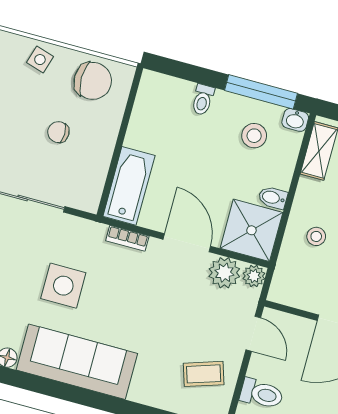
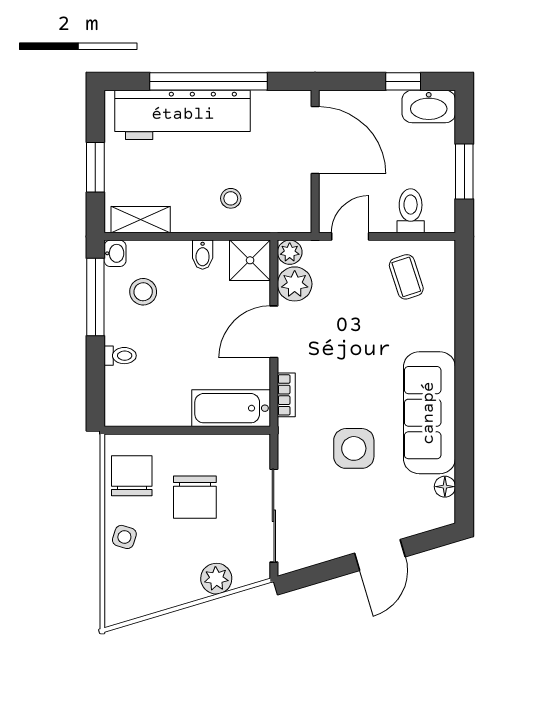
chair: (58, 132) -> (195, 497), width x1.87, depth x1.87
shower: (251, 230) -> (250, 260), width x0.73, depth x0.73

